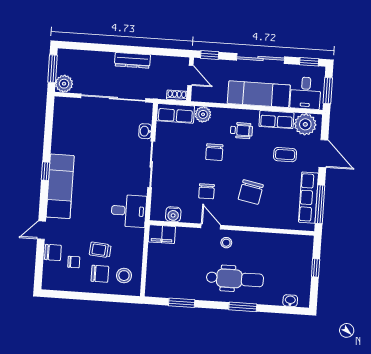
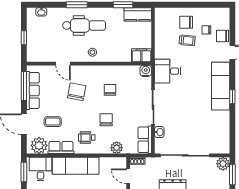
row of seats: (175, 113) -> (145, 140), moved, turned -90
water cooler: (173, 214) -> (146, 71), moved
door: (211, 226) -> (63, 64), moved
stool: (124, 276) -> (168, 22), removed
dental chair: (235, 279) -> (84, 25), turned 180
kitchen counter: (163, 289) -> (138, 14), added

